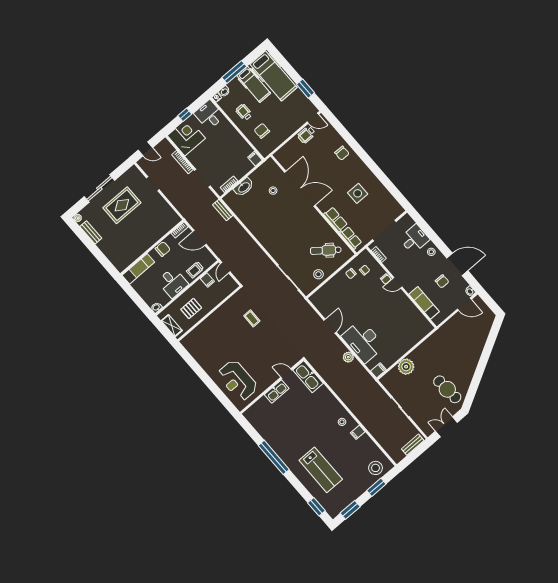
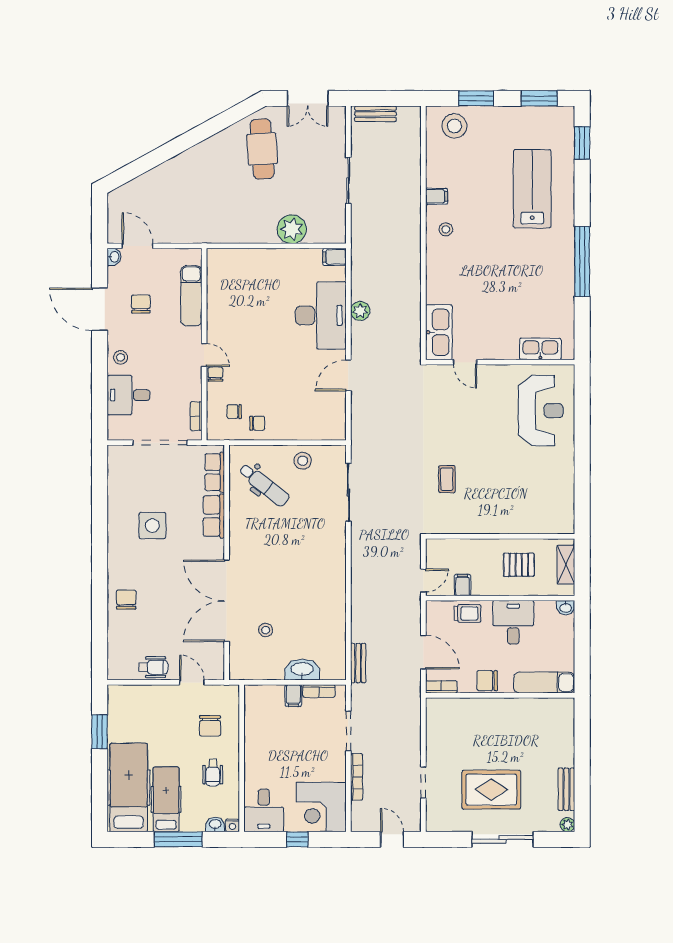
door: (313, 118) -> (192, 682), moved
filing cabinet: (255, 159) -> (293, 696), moved
kitchen sink: (277, 391) -> (540, 349), moved

